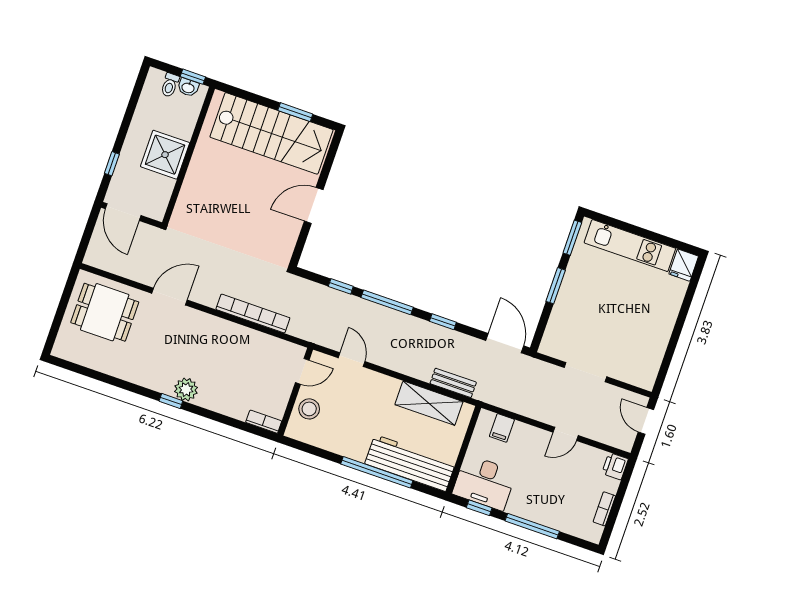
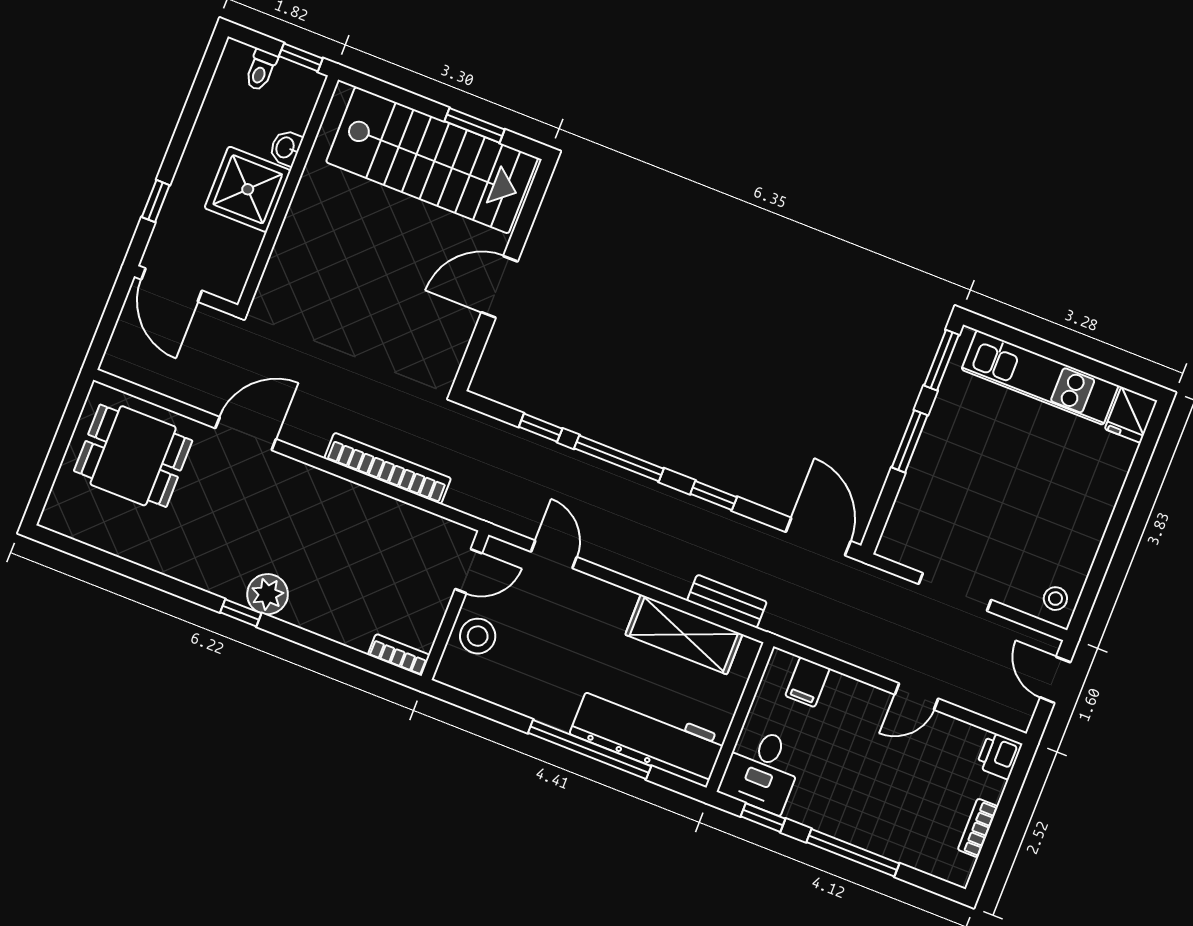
washbasin: (188, 87) -> (286, 148), moved, turned 90
stool: (644, 374) -> (1055, 599), added
desk: (484, 482) -> (762, 770), width x0.73

